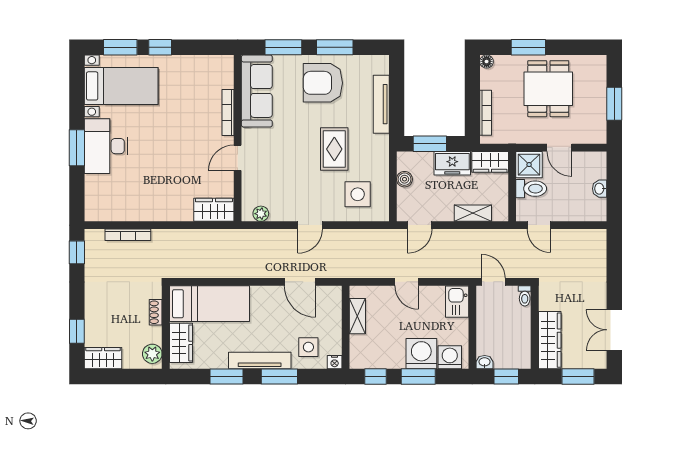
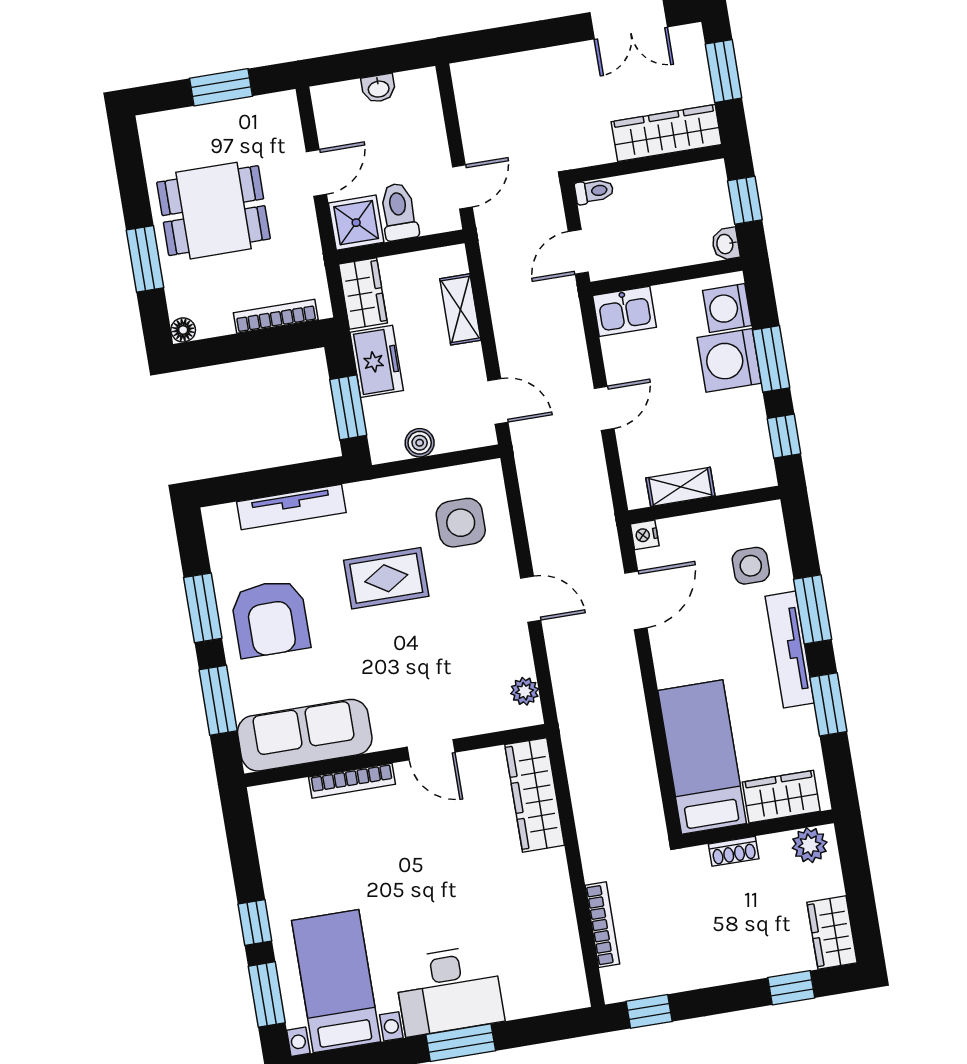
wardrobe: (214, 210) -> (535, 795), width x1.50
nightstand: (335, 362) -> (645, 535), moved, turned 180

